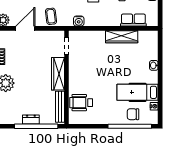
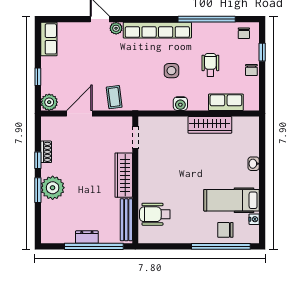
water cooler: (79, 21) -> (180, 104), moved

